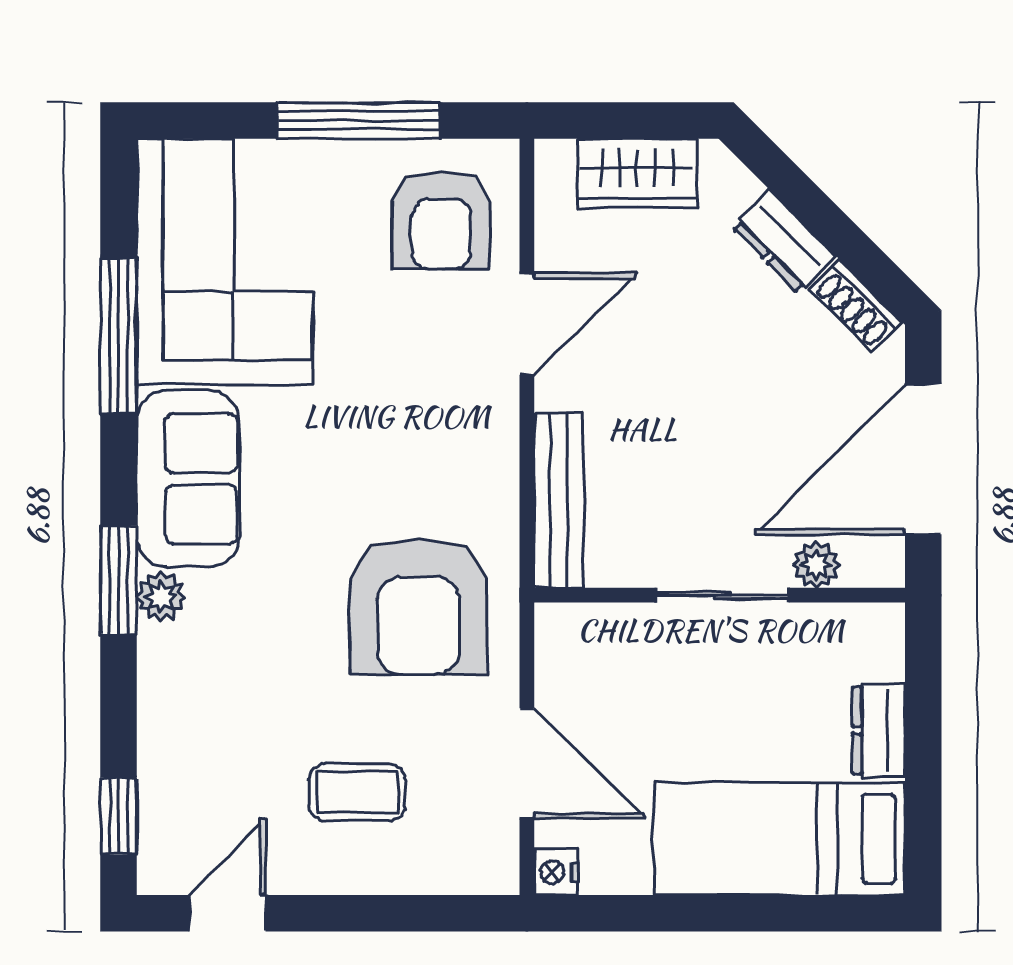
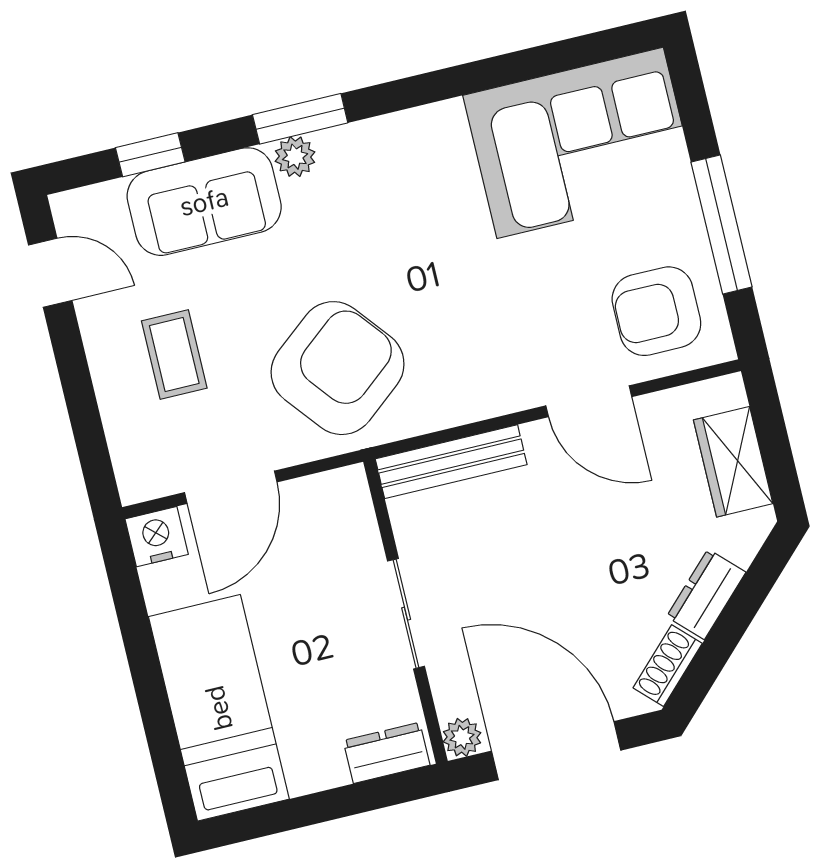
window: (118, 336) -> (499, 71), removed
sofa: (188, 479) -> (204, 202), moved
plant: (816, 565) -> (462, 737), moved
armchair: (418, 606) -> (338, 368), turned 141
dresser: (879, 730) -> (387, 753), moved
window: (118, 816) -> (150, 155), moved
nightstand: (556, 872) -> (157, 537), width x1.39, depth x1.35

